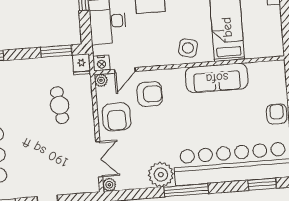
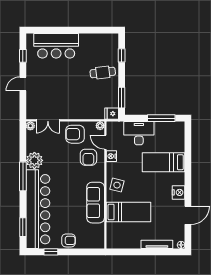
nightstand: (101, 63) -> (111, 156), moved
cafe table: (60, 105) -> (103, 73), moved

